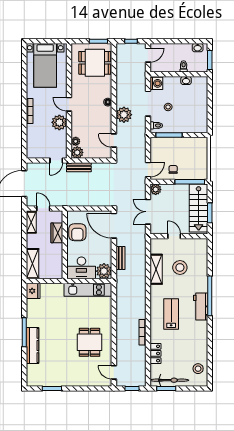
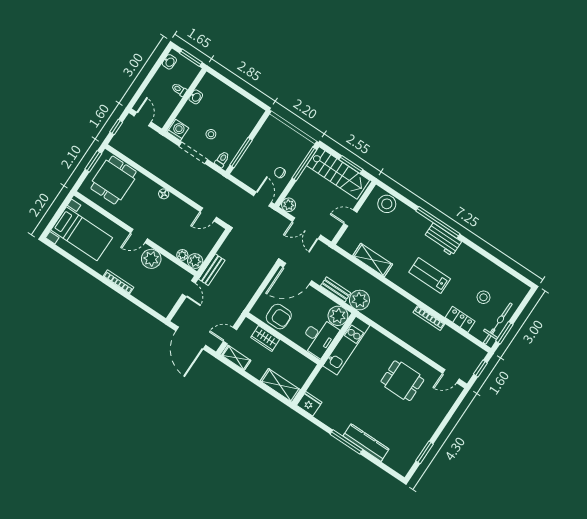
plant: (124, 115) -> (359, 300), moved
stool: (180, 267) -> (387, 204), moved
stool: (198, 369) -> (484, 297), moved

